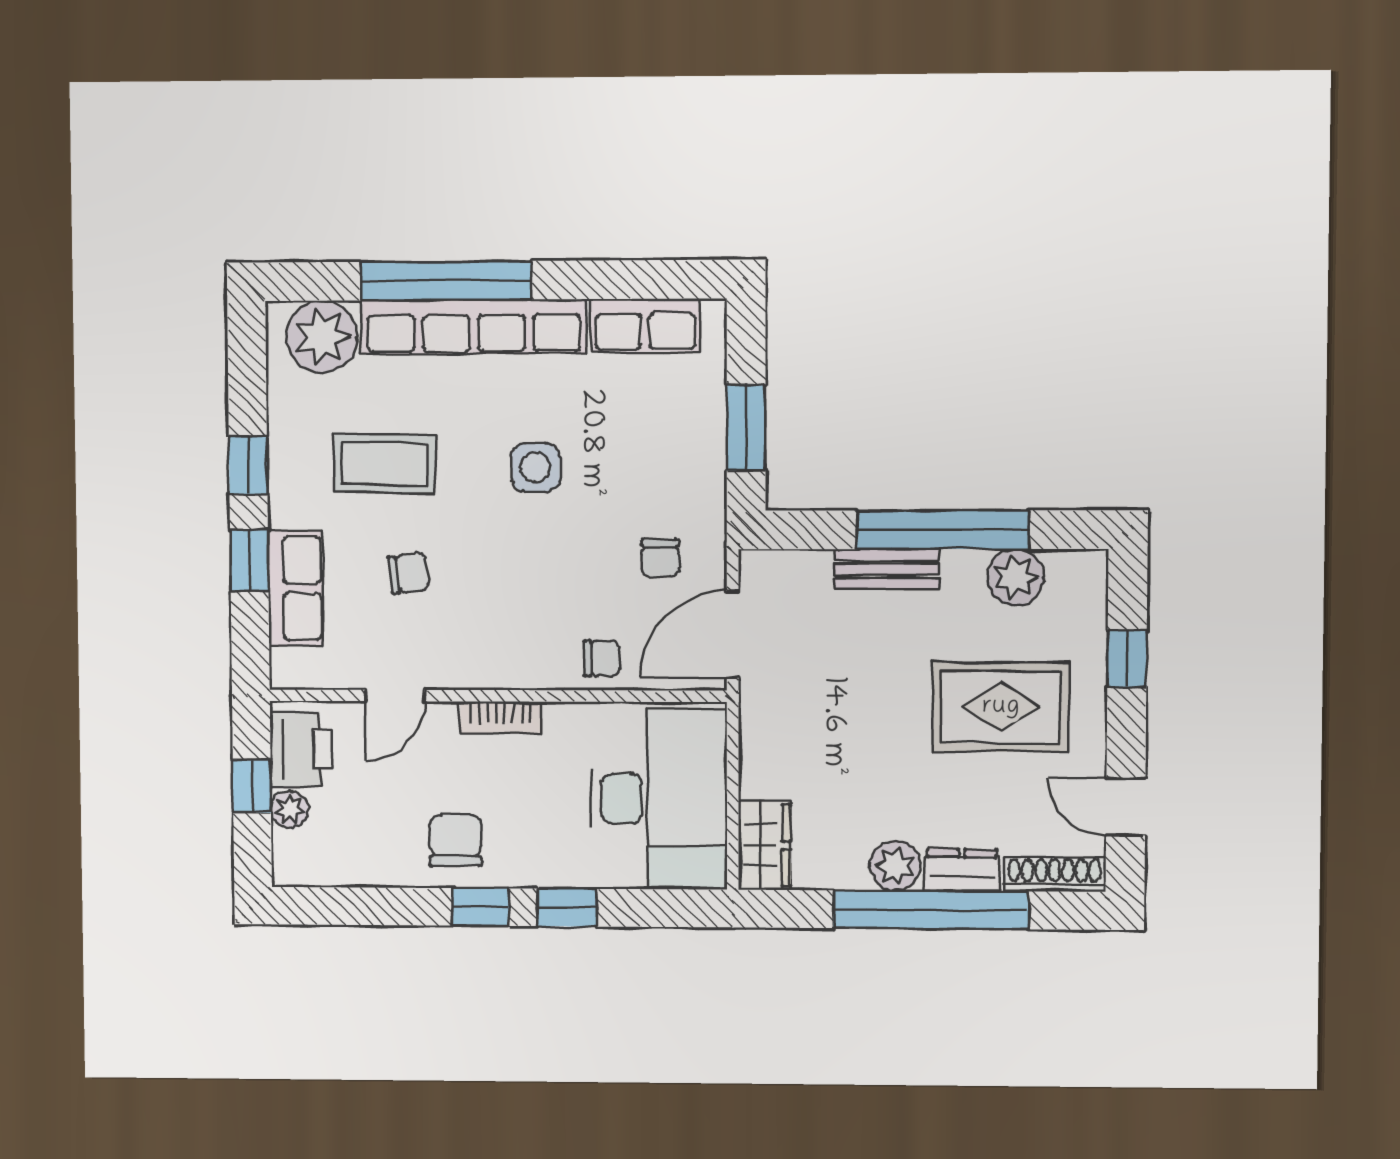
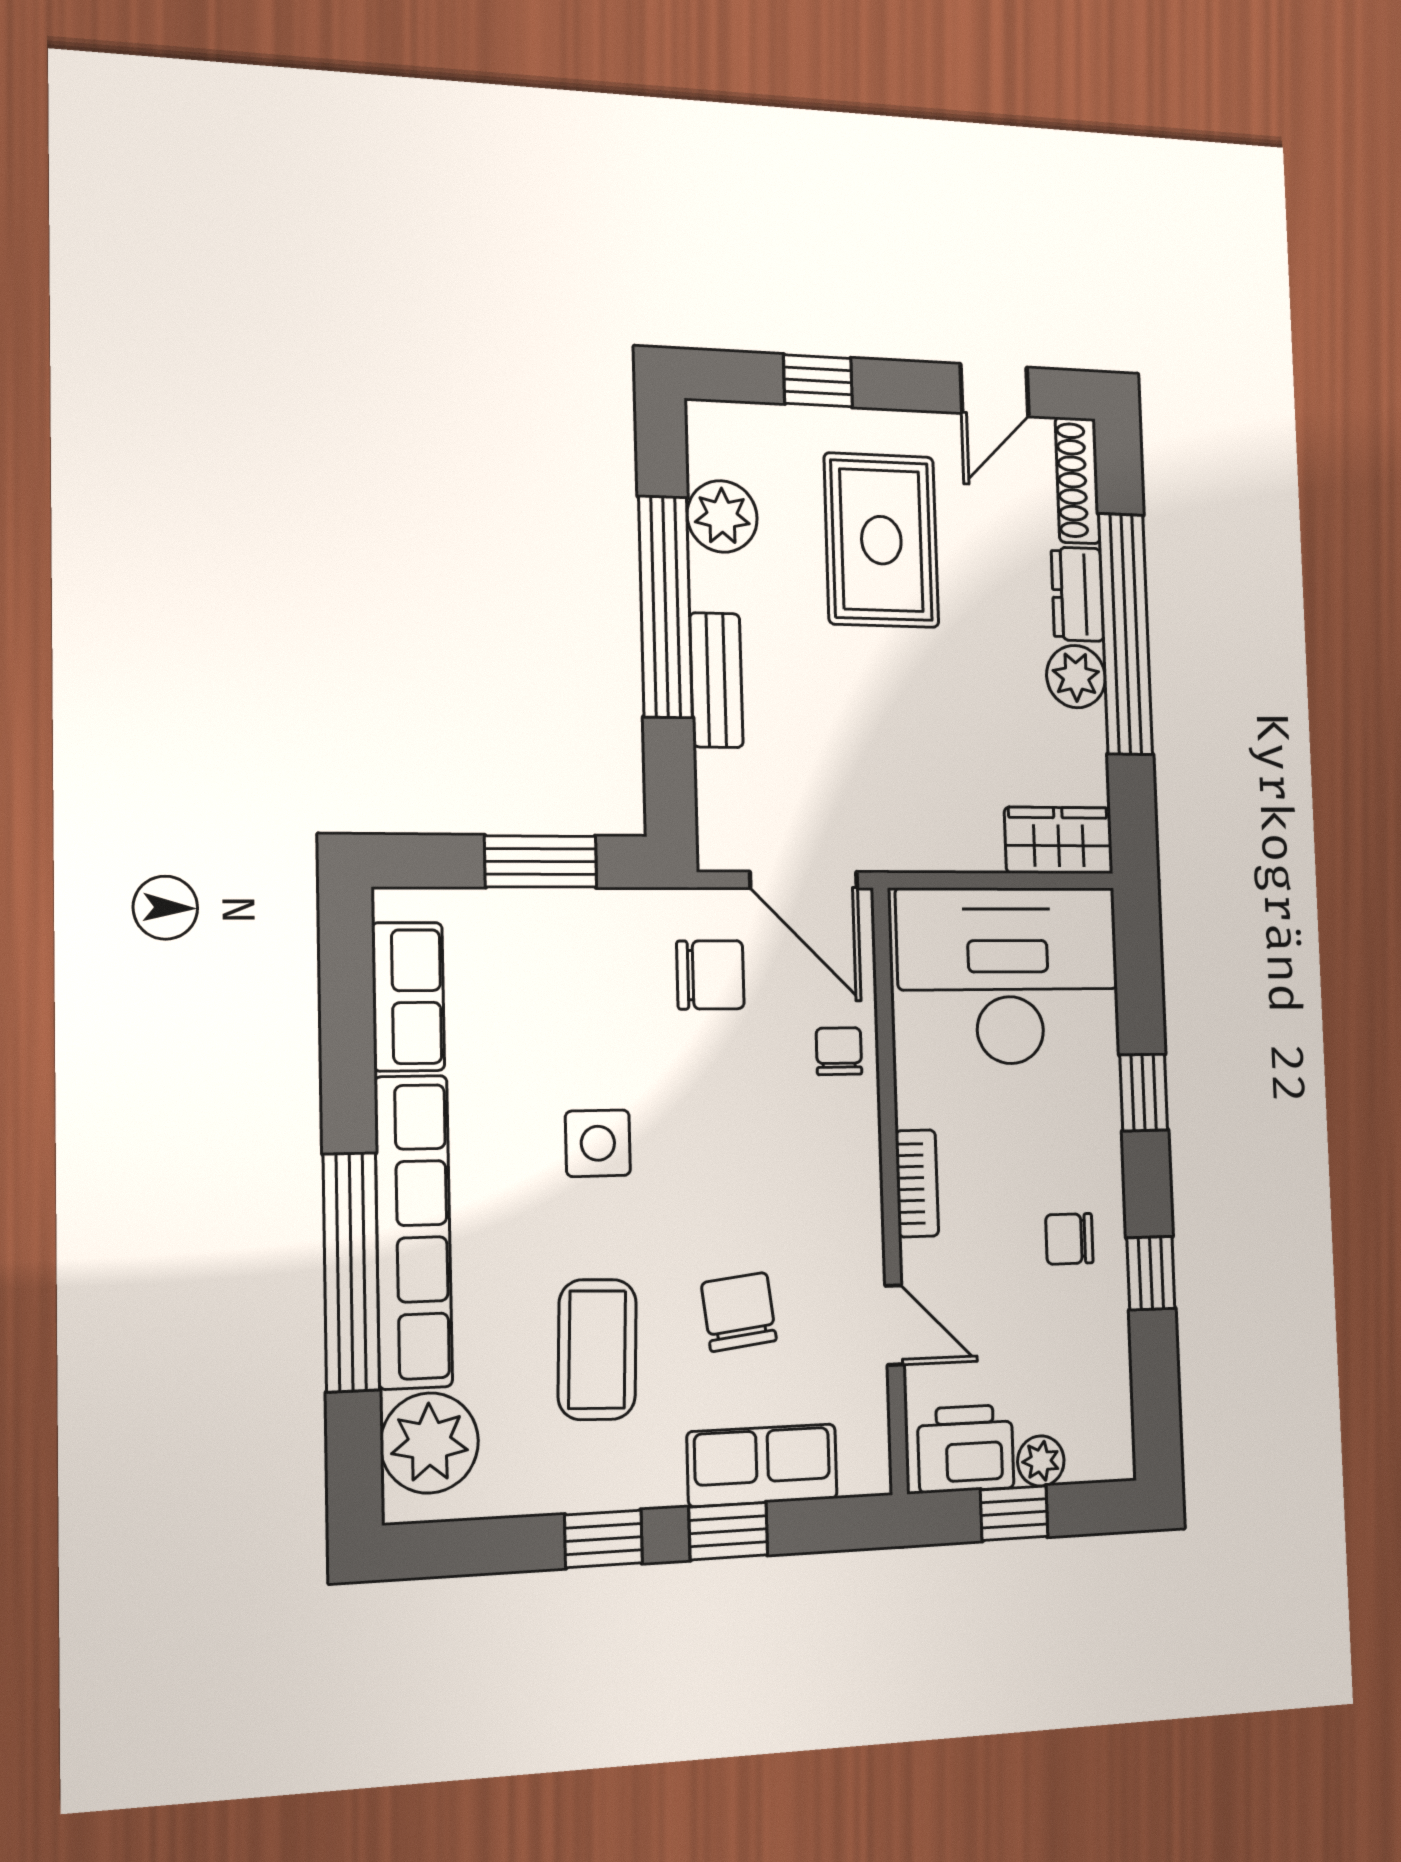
chair: (660, 558) -> (710, 975), width x1.37, depth x1.37
chair: (408, 573) -> (739, 1312), width x1.37, depth x1.37
chair: (456, 840) -> (1069, 1239), width x0.73, depth x0.73
window: (481, 907) -> (1151, 1273), moved

